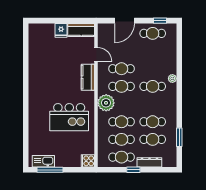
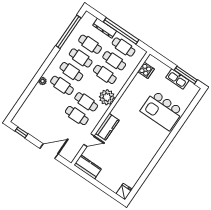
fridge: (61, 30) -> (124, 192), moved
cafe table: (153, 33) -> (71, 72), moved
door: (96, 54) -> (89, 140), swing flipped
kitchen island: (69, 117) -> (162, 111), moved, turned 180
window: (179, 137) -> (68, 32), width x2.11
kitchen sink: (43, 161) -> (177, 79), moved
cooker: (88, 161) -> (146, 70), moved
window: (133, 170) -> (121, 31), width x3.17

